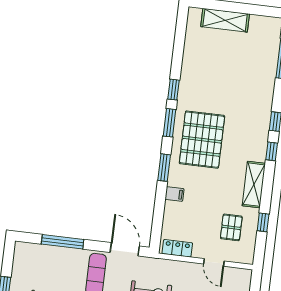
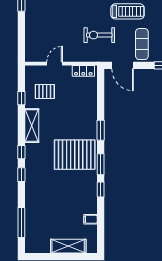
pallet: (202, 140) -> (75, 155), turned 90
filing cabinet: (174, 194) -> (90, 219), moved
pallet: (231, 227) -> (45, 91), turned 90
door: (214, 262) -> (55, 64), hinge flipped

